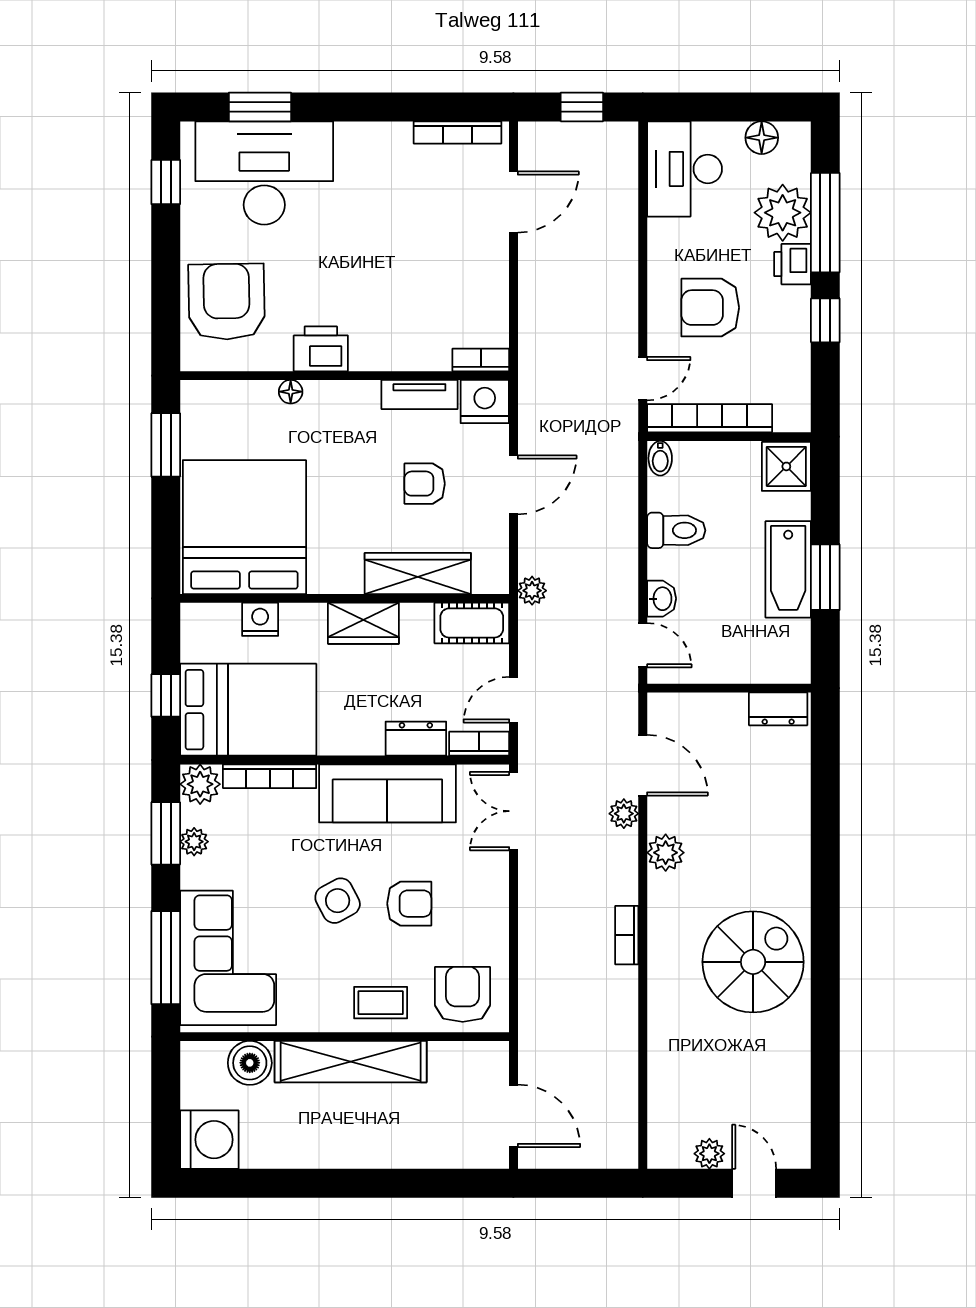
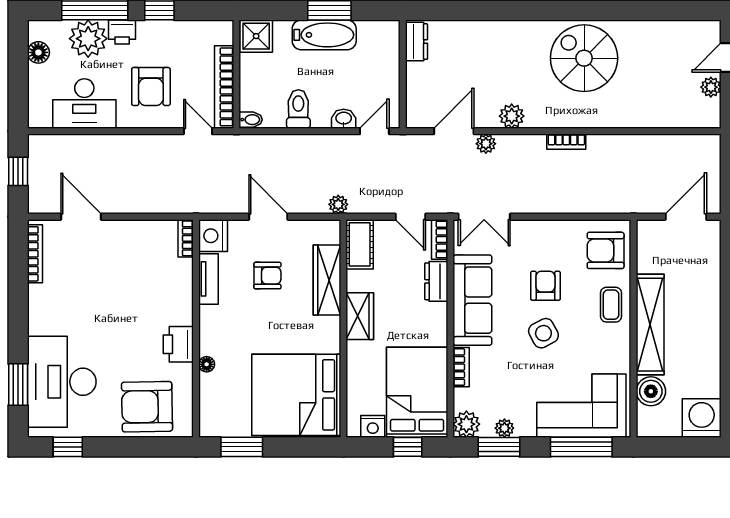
desk: (685, 169) -> (84, 103), moved
armchair: (425, 484) -> (267, 276), turned -90
nightstand: (260, 619) -> (373, 426), moved, turned -90
bookcase: (270, 776) -> (461, 367), width x0.64

